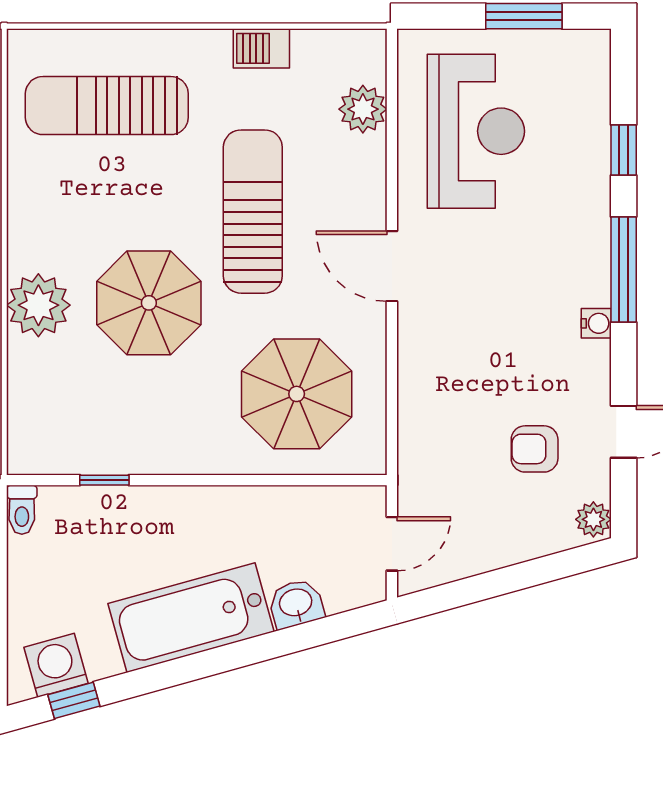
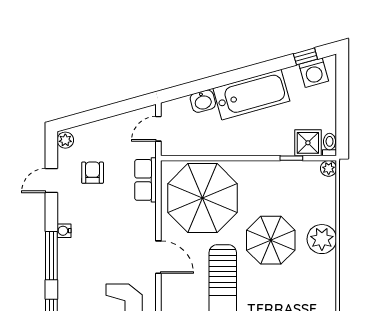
parasol: (297, 394) -> (202, 198), width x1.36, depth x1.36
row of seats: (420, 433) -> (145, 180), added
armchair: (535, 449) -> (93, 173), turned -90
plant: (24, 458) -> (329, 168), added
shower: (69, 514) -> (308, 143), added

